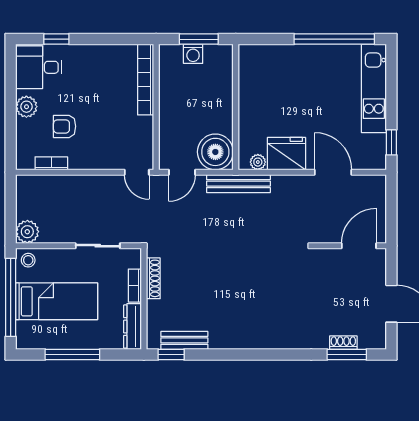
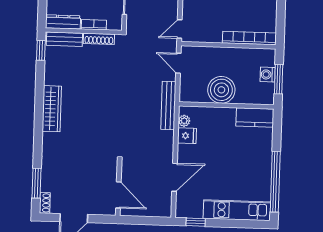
kitchen counter: (250, 69) -> (255, 117), added
boiler: (215, 152) -> (221, 90), moved
fridge: (286, 154) -> (187, 136), width x0.53, depth x0.75
wardrobe: (248, 338) -> (52, 109), added
bench: (184, 340) -> (64, 39), moved, turned 90
shoe rack: (343, 343) -> (45, 203), moved

